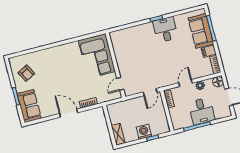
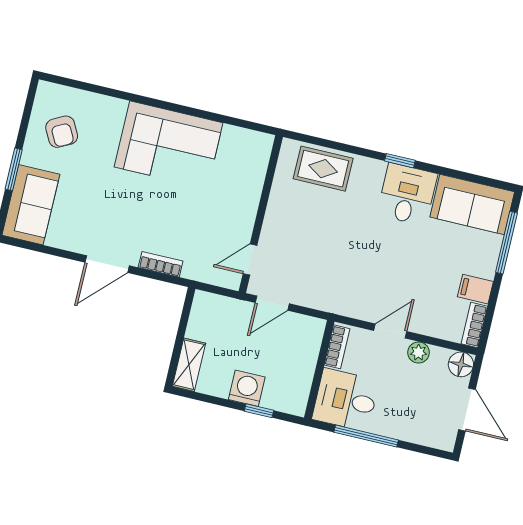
sofa: (201, 31) -> (472, 204), moved, turned -90
rug: (130, 36) -> (323, 169), added
corner sofa: (97, 56) -> (169, 145), moved, turned -90
door: (150, 92) -> (272, 303), moved
desk: (202, 111) -> (346, 400), moved, turned 90
door: (69, 113) -> (107, 264), swing flipped

